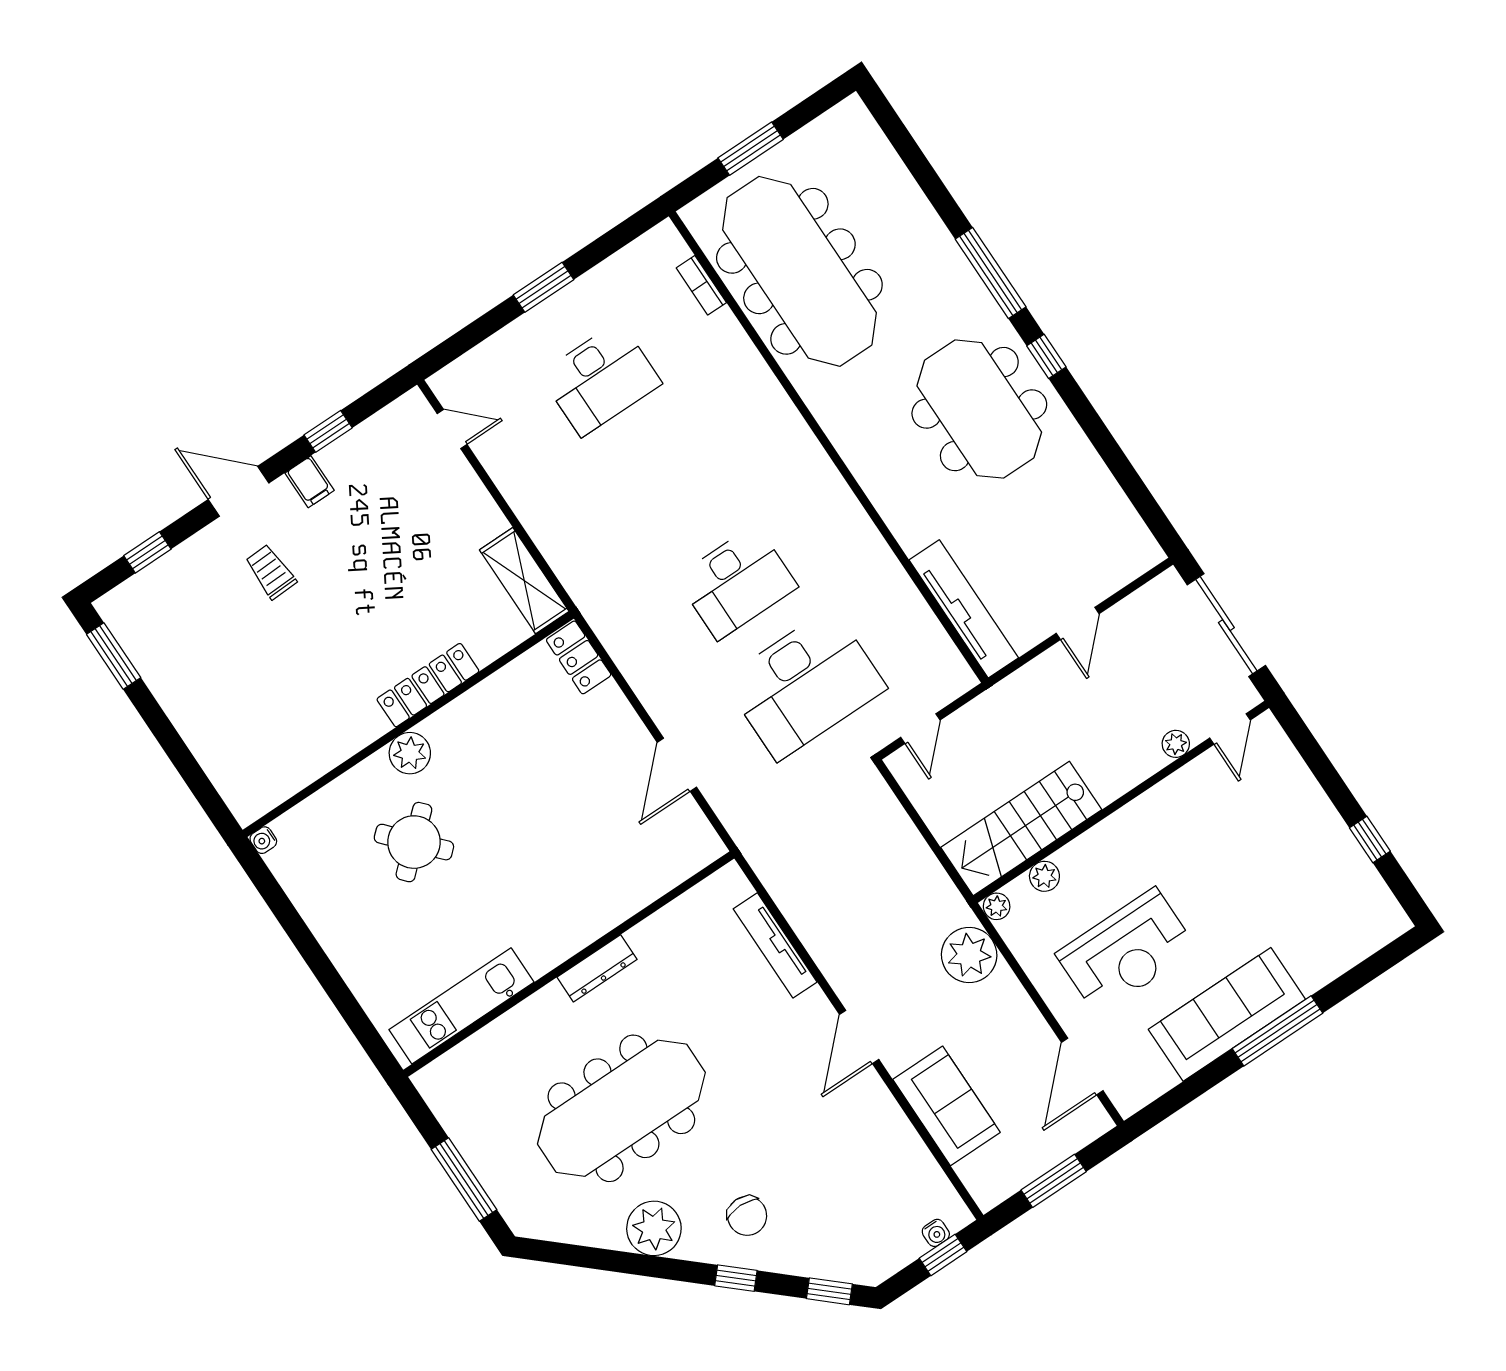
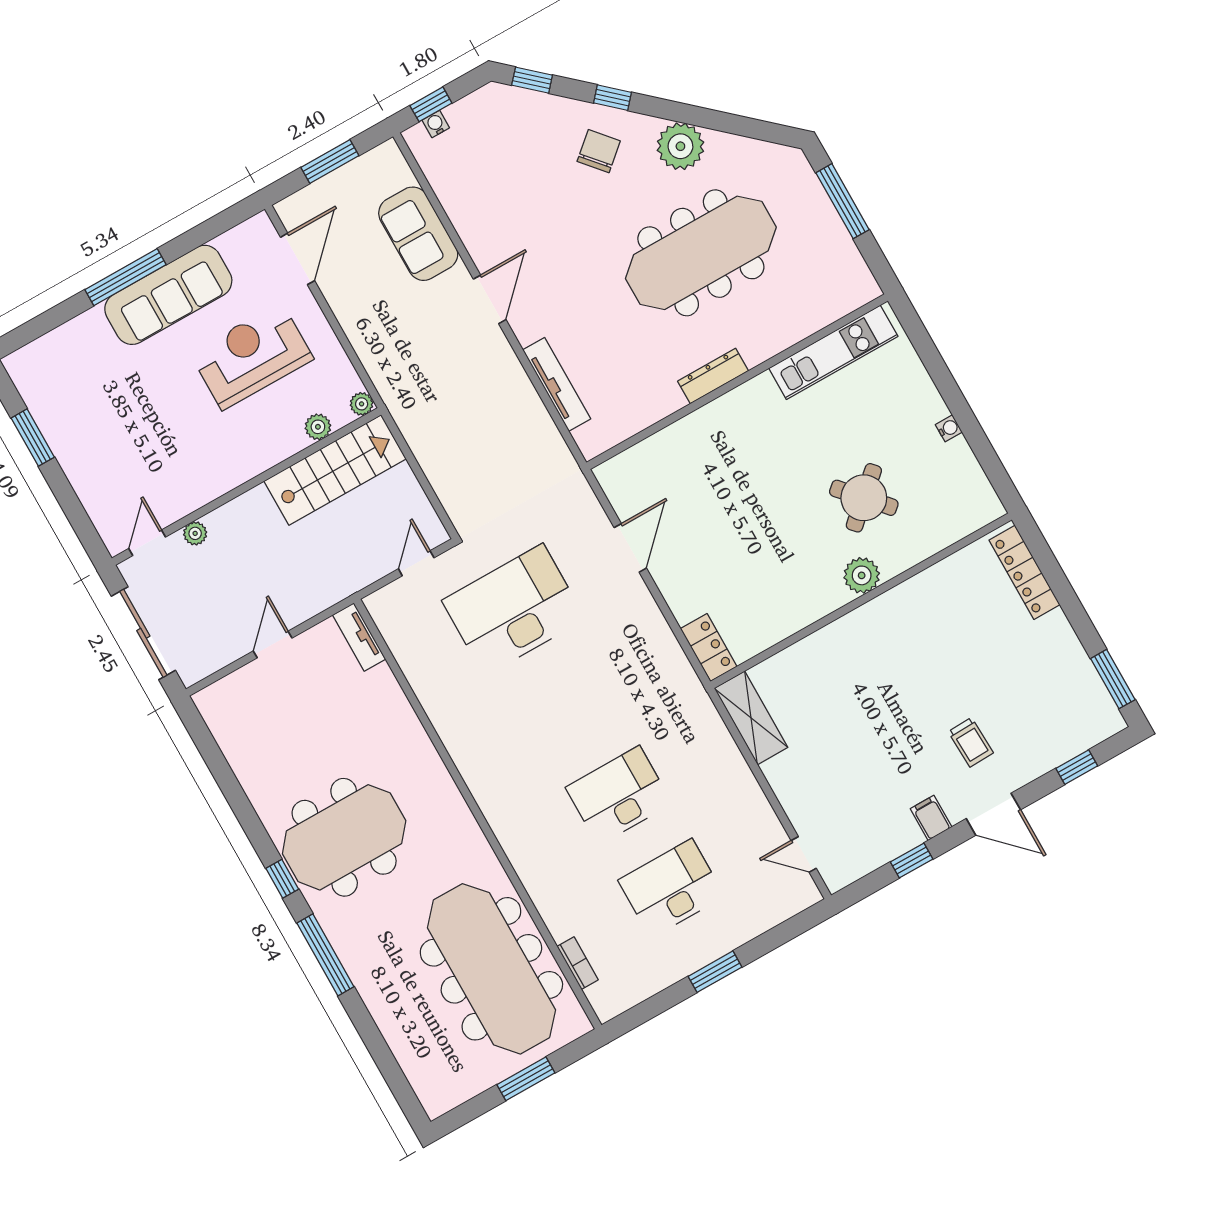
meeting table: (979, 409) -> (344, 837), turned 90
desk: (737, 582) -> (619, 795), moved
tv unit: (964, 609) -> (359, 637), width x0.52, depth x0.78
locker: (428, 685) -> (1024, 572), moved, turned 90
water cooler: (263, 840) -> (949, 428), moved
window: (1370, 840) -> (33, 438), width x1.50
plant: (969, 955) -> (389, 363), removed
chair: (747, 1216) -> (599, 151), turned 49

